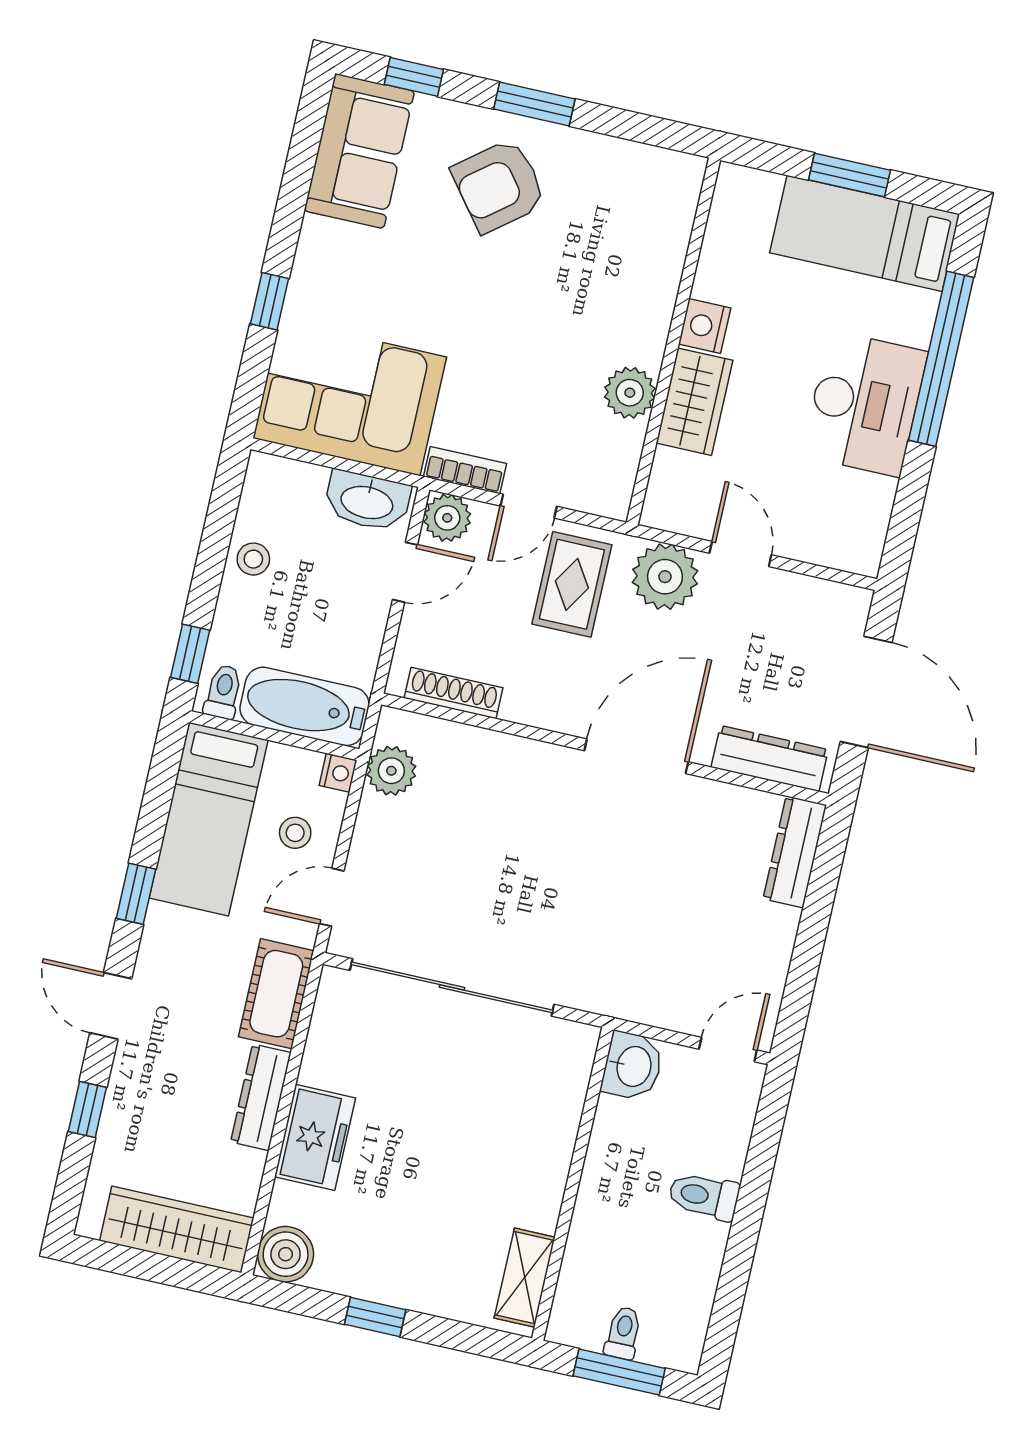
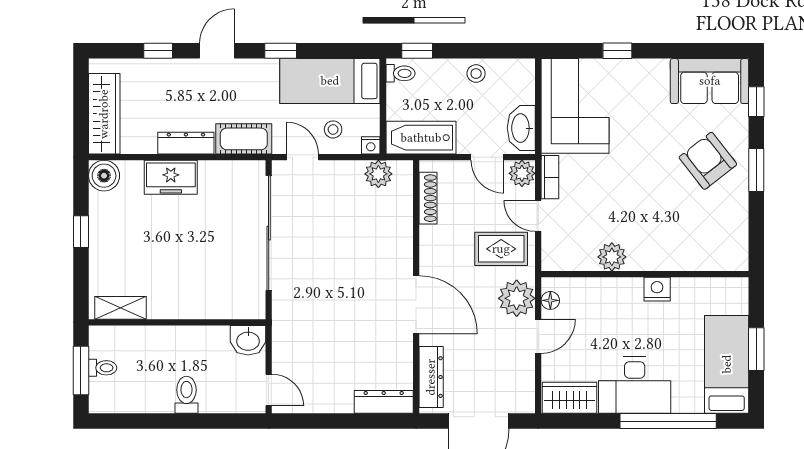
wardrobe: (694, 402) -> (570, 398), moved, turned 180
floor lamp: (682, 518) -> (550, 300), added
bathtub: (305, 706) -> (421, 138), moved, turned -90

